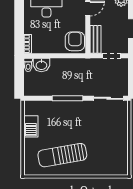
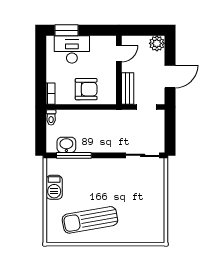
armchair: (75, 41) -> (86, 89), moved, turned 90
washbasin: (41, 65) -> (66, 145), moved, turned 180
window: (67, 98) -> (74, 155), moved

